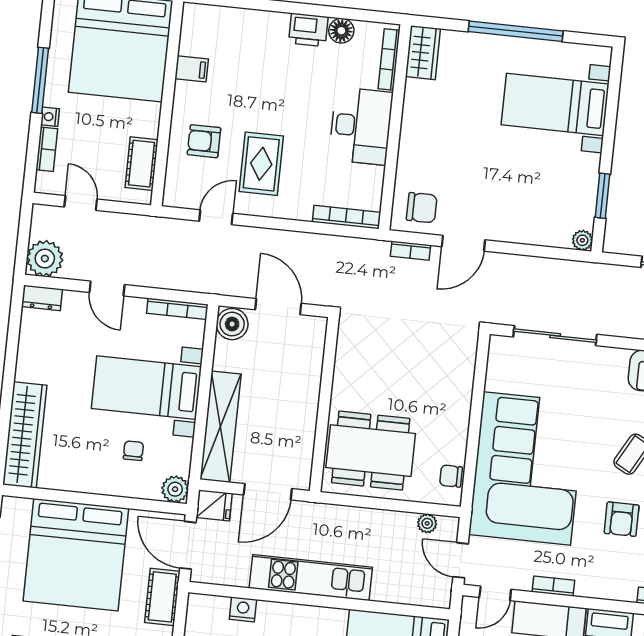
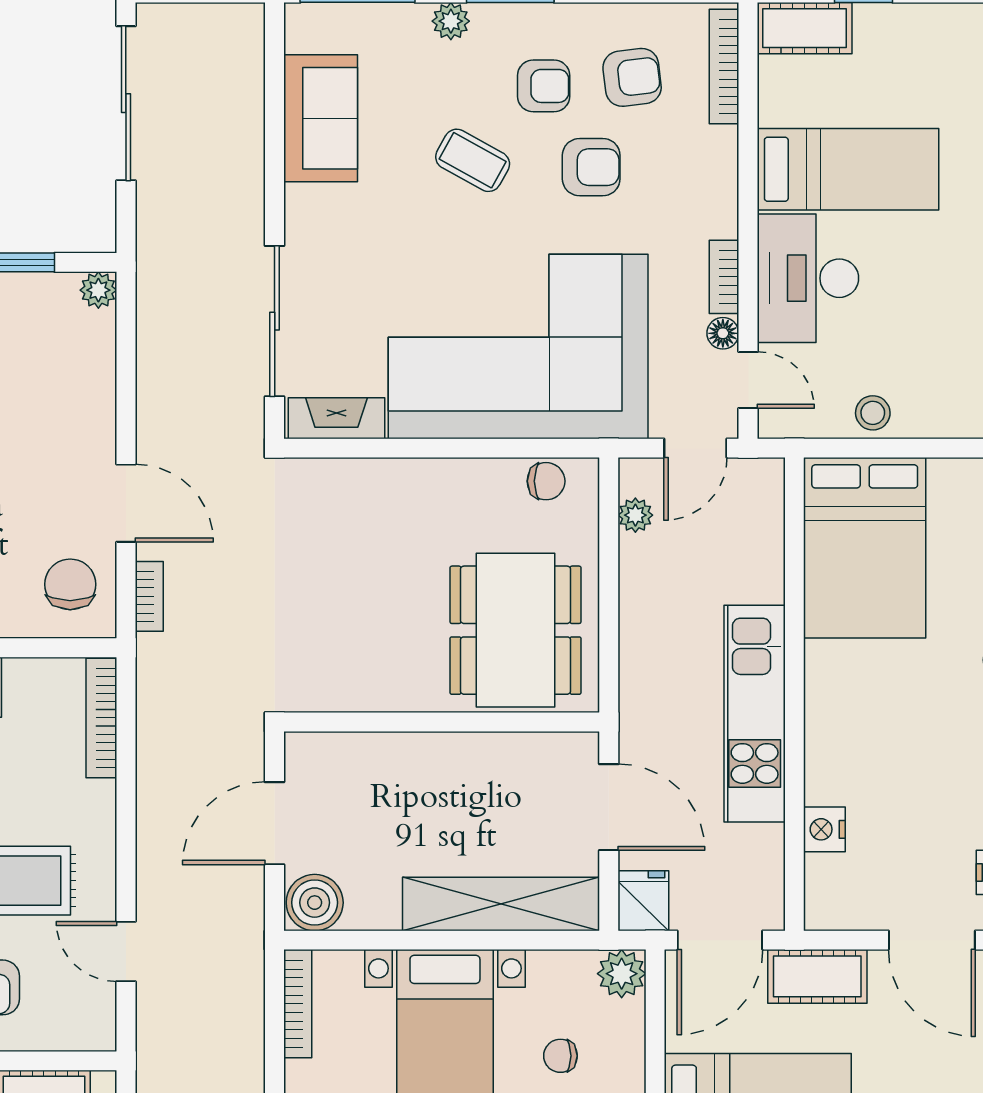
fireplace: (498, 364) -> (336, 418), added
chair: (451, 476) -> (546, 481), turned -90
floor lamp: (522, 582) -> (723, 333), added

